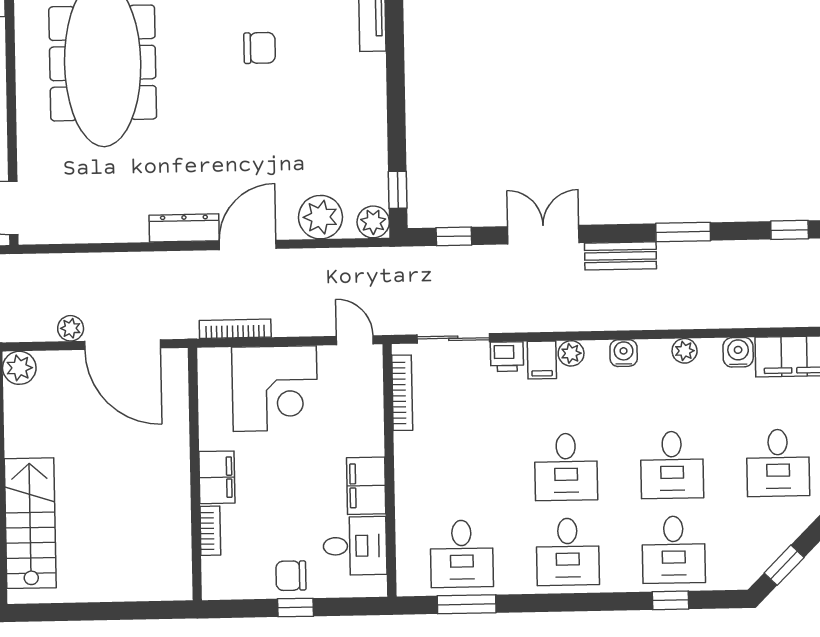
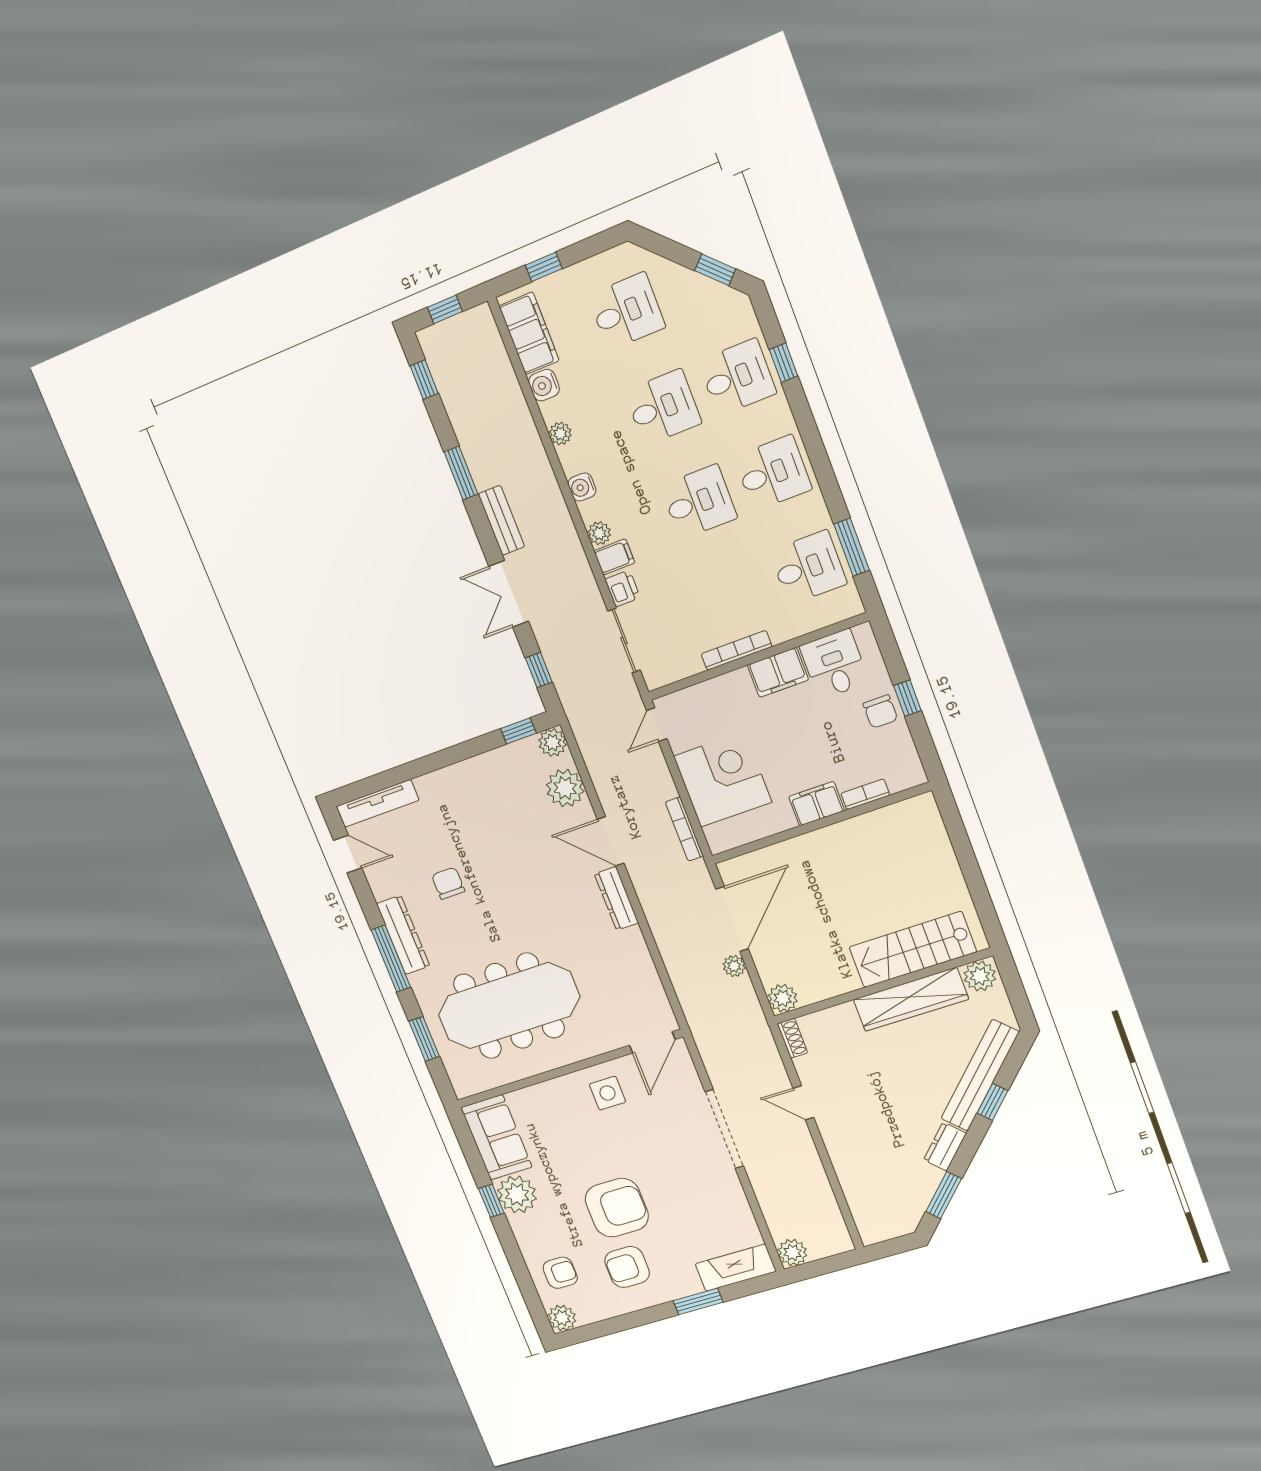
bookcase: (402, 393) -> (736, 650), moved

